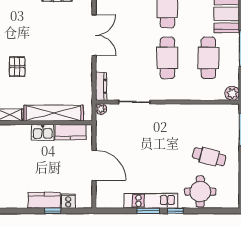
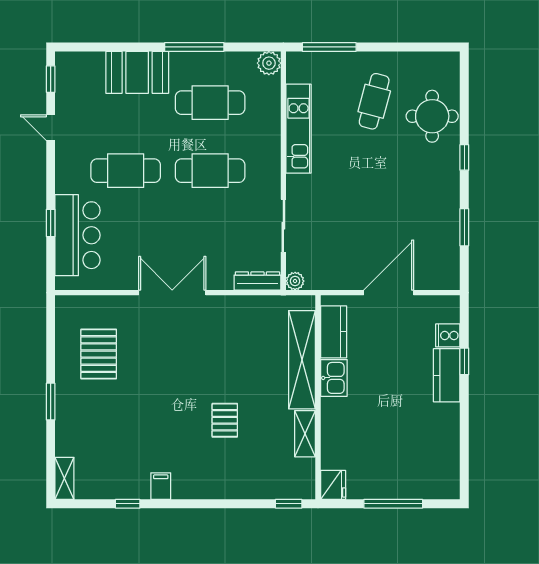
pallet: (17, 67) -> (225, 420), turned 90
kitchen unit: (151, 201) -> (299, 129), moved, turned 180
window: (148, 211) -> (464, 227), moved

